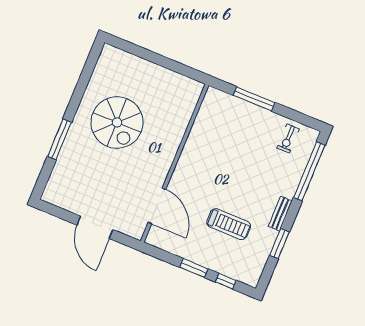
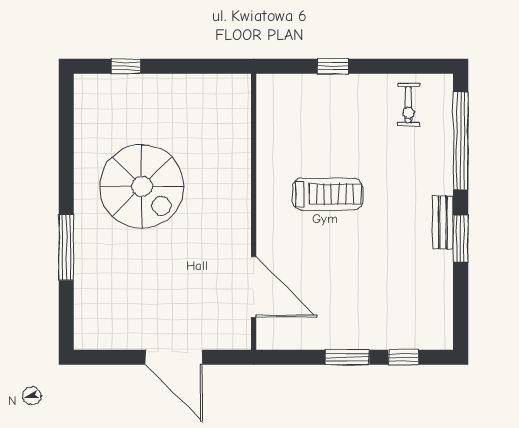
window: (136, 50) -> (126, 66), added
window: (254, 99) -> (333, 66), width x0.46
treadmill: (229, 224) -> (328, 194), moved
window: (279, 244) -> (461, 239), moved

